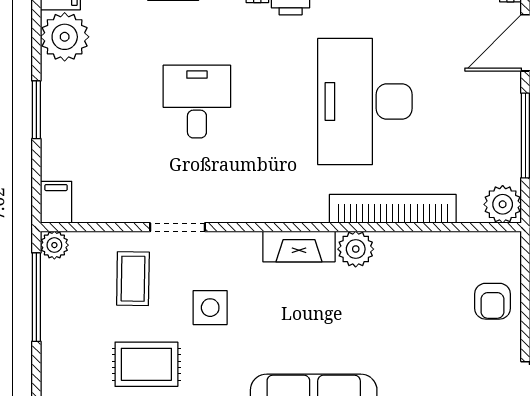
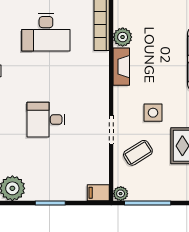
desk: (365, 101) -> (46, 32), width x0.73, depth x0.77
coffee table: (133, 279) -> (138, 153), turned -33

